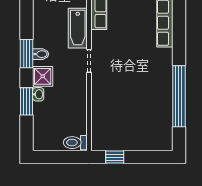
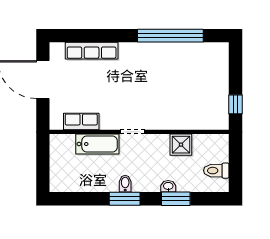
shower: (43, 76) -> (181, 145), moved
toilet: (75, 143) -> (216, 171), moved, turned 90

